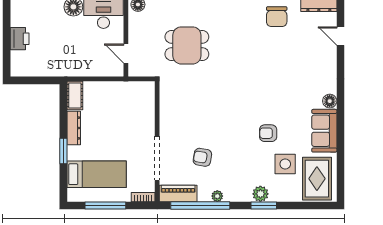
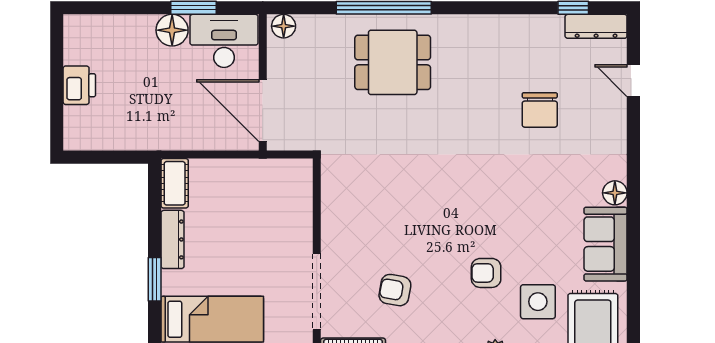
chair: (277, 17) -> (540, 110), moved
dining table: (187, 45) -> (393, 62), moved
door: (126, 53) -> (263, 111), width x1.88
armchair: (268, 133) -> (486, 273), moved

